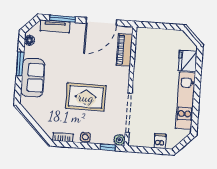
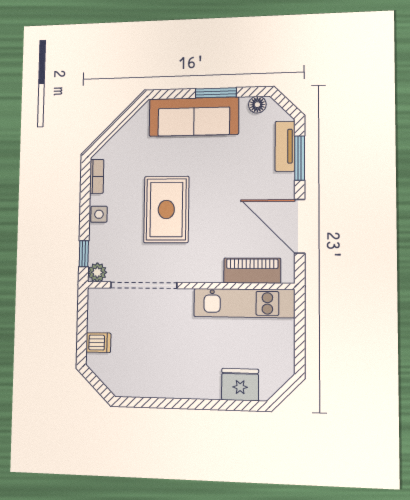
sofa: (33, 78) -> (194, 117), width x1.36
kitchen unit: (185, 101) -> (244, 303), moved, turned 180

